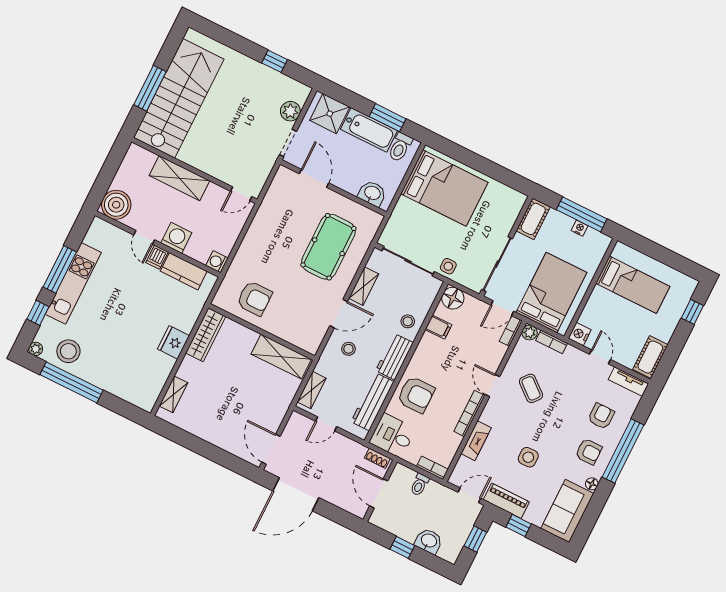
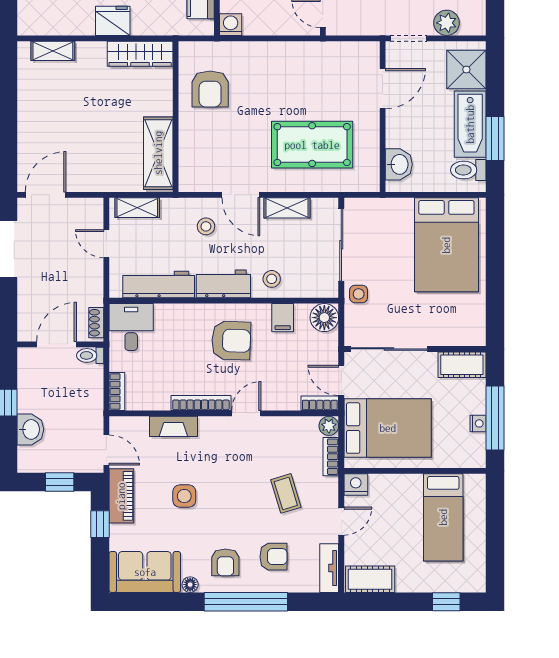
coffee table: (531, 388) -> (286, 493), moved, turned -57
armchair: (416, 395) -> (231, 340), moved, turned -88
toilet: (420, 485) -> (90, 355), moved

